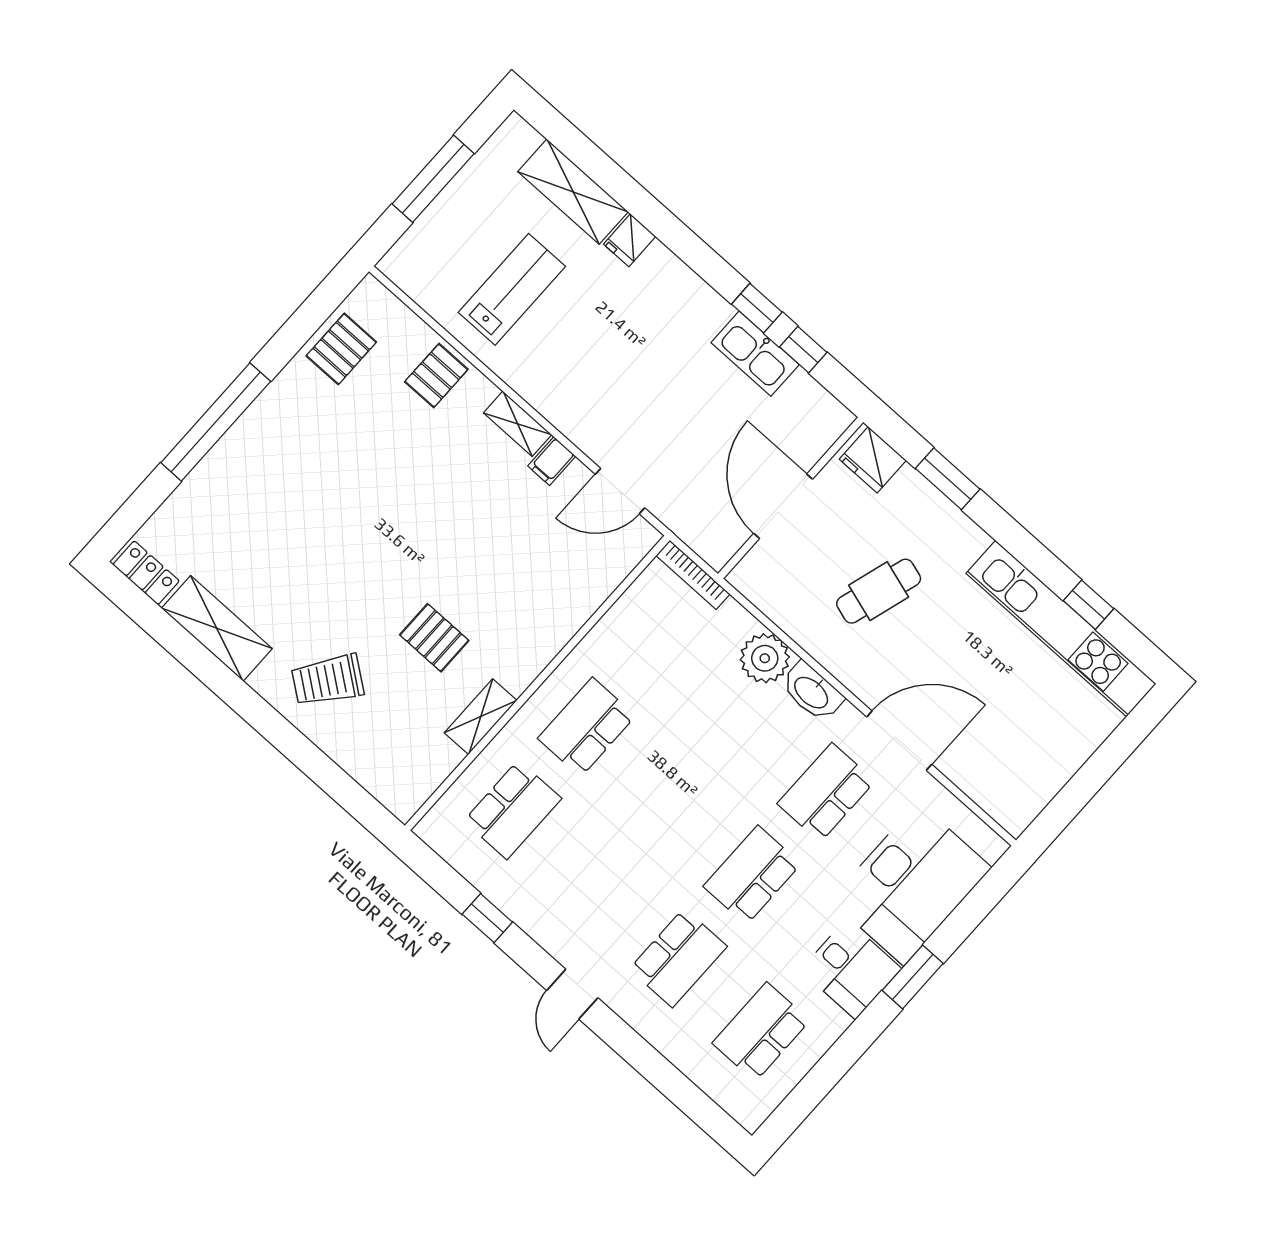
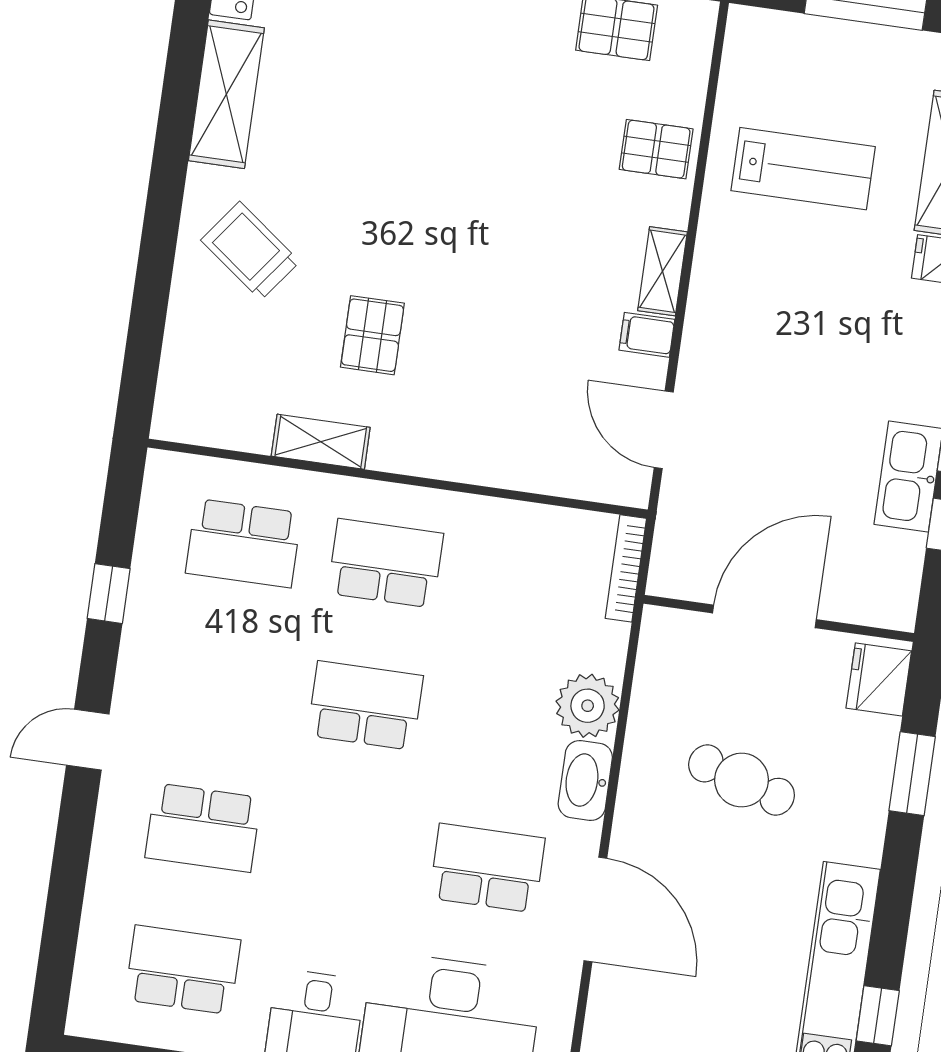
school desk: (752, 875) -> (365, 706), moved

